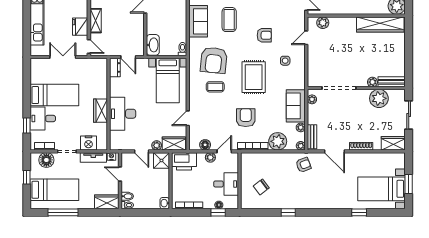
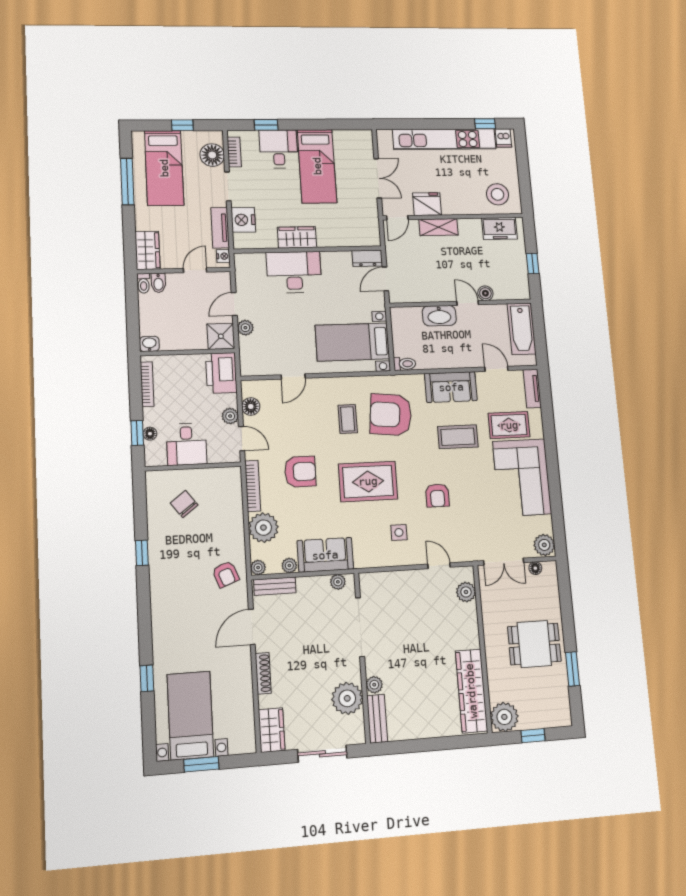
washbasin: (153, 45) -> (439, 316), moved
door: (188, 118) -> (293, 376), swing flipped
wardrobe: (174, 144) -> (250, 355), removed

